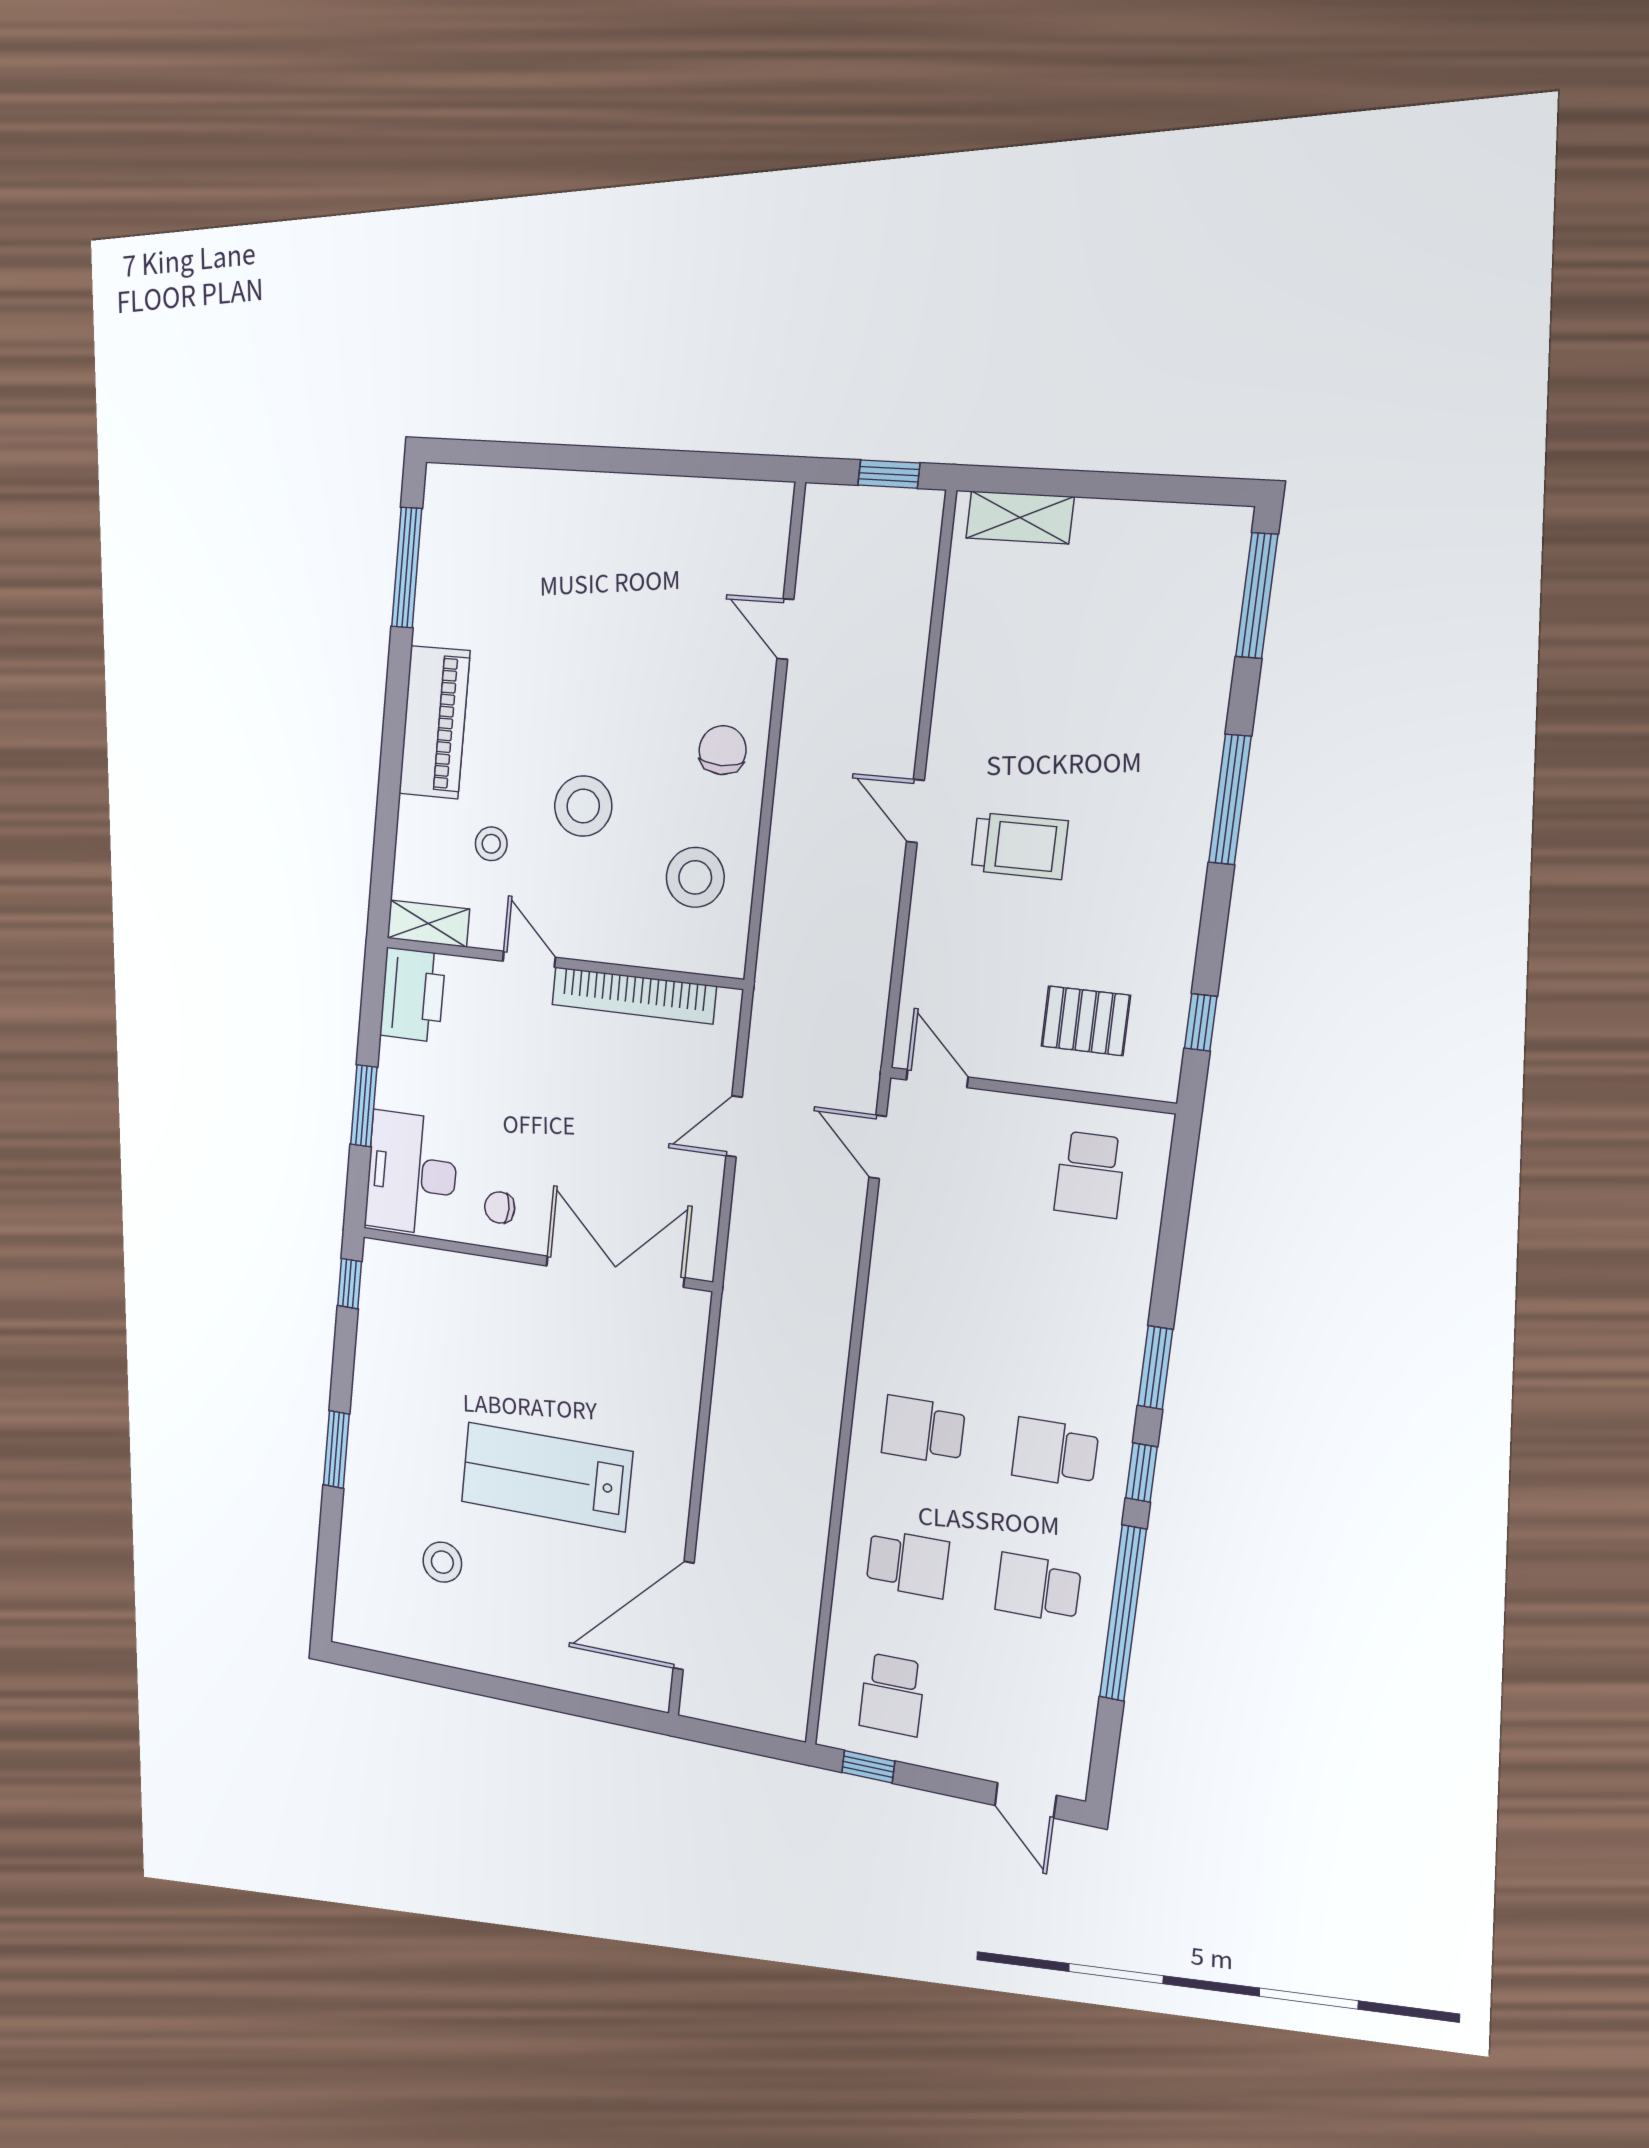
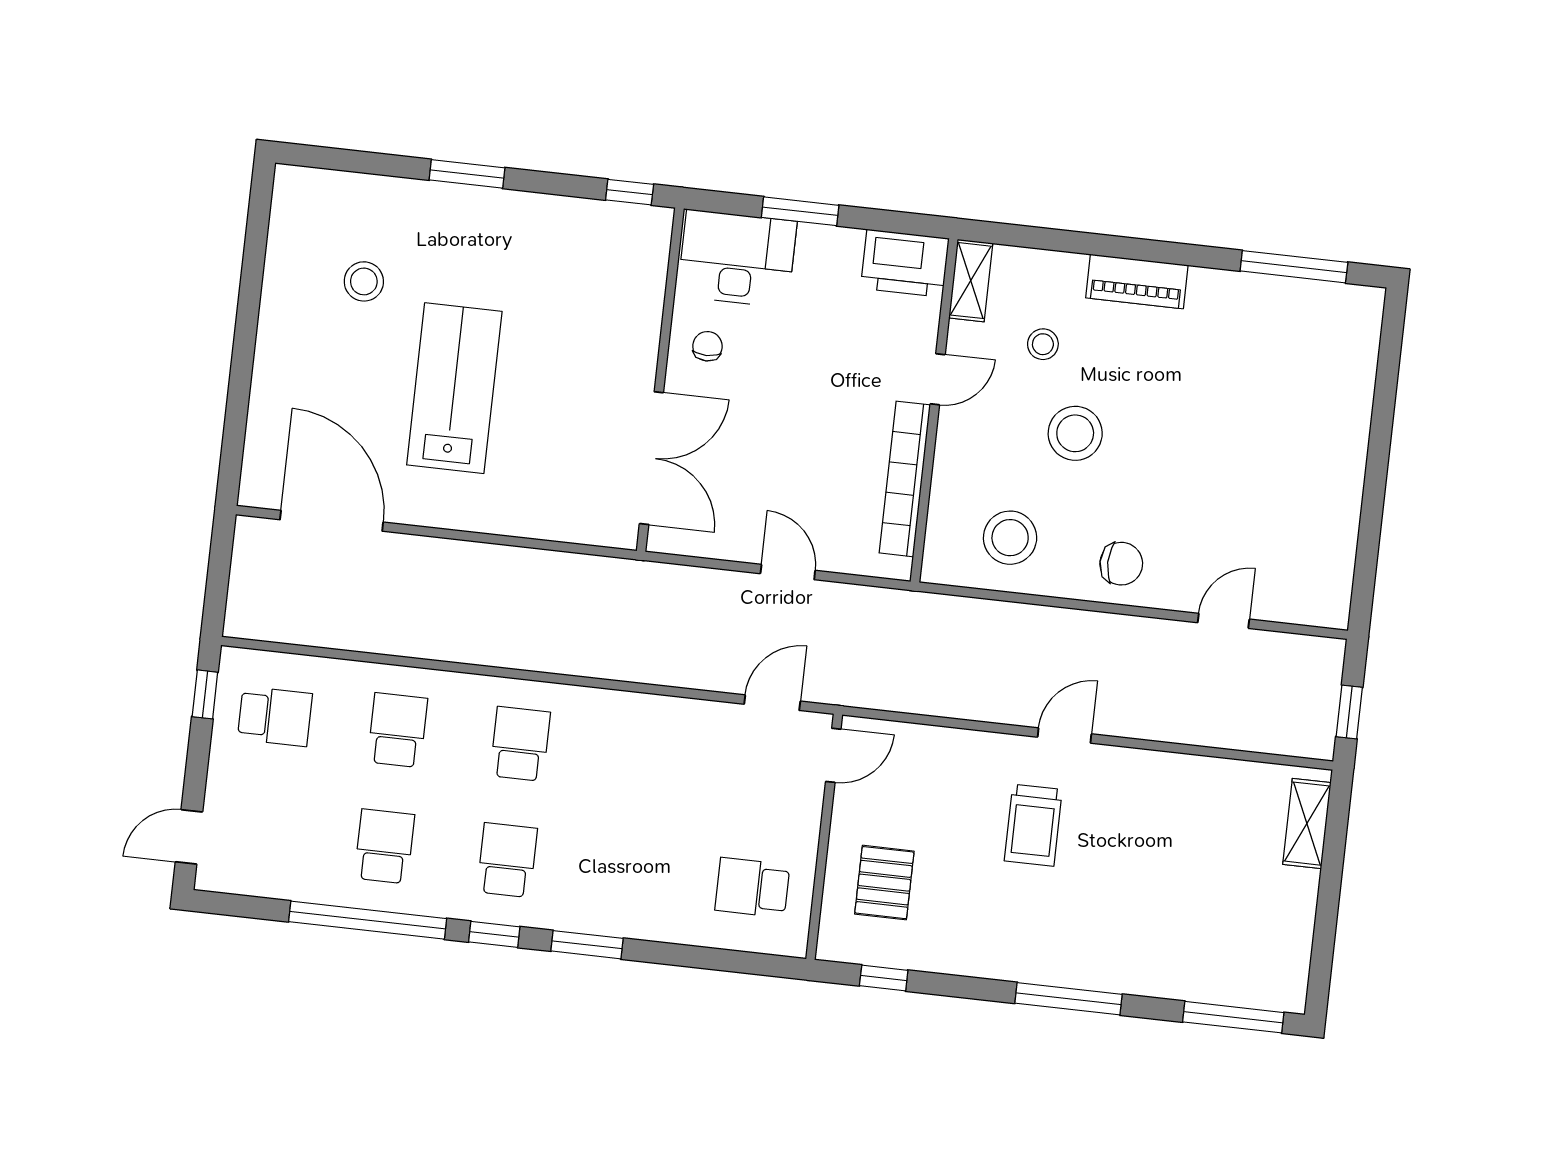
piano: (434, 722) -> (1137, 282), width x0.73, depth x0.75
school desk: (908, 1564) -> (397, 730), turned 180
school desk: (892, 1695) -> (275, 716), turned 180

